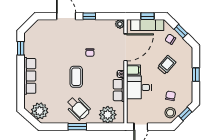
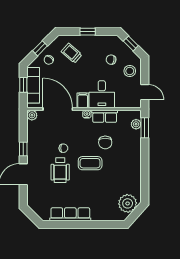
window: (21, 48) -> (59, 224), removed
trolley: (167, 65) -> (72, 53), moved
row of seats: (30, 76) -> (70, 214), moved
chair: (95, 91) -> (105, 142), added
wheelchair: (78, 108) -> (60, 170), moved, turned 135
stool: (170, 113) -> (130, 71), moved
plant: (108, 115) -> (136, 124), width x0.53, depth x0.53
window: (77, 127) -> (145, 128), moved

